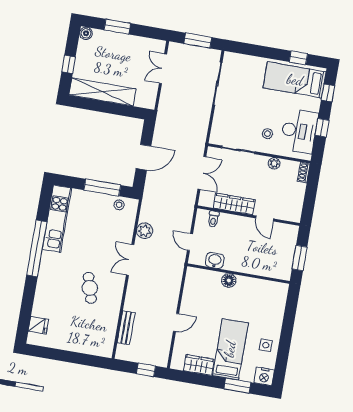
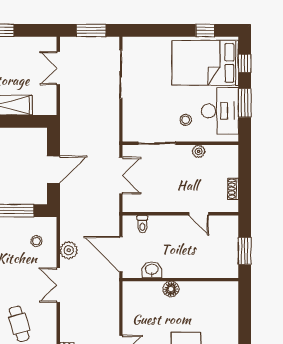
bed: (295, 80) -> (205, 63), width x1.50
window: (322, 128) -> (245, 103), width x1.50
shoe rack: (304, 173) -> (233, 189), moved
wardrobe: (234, 204) -> (162, 204), removed
stool: (119, 205) -> (36, 241), moved
door: (190, 242) -> (121, 254), width x1.88

